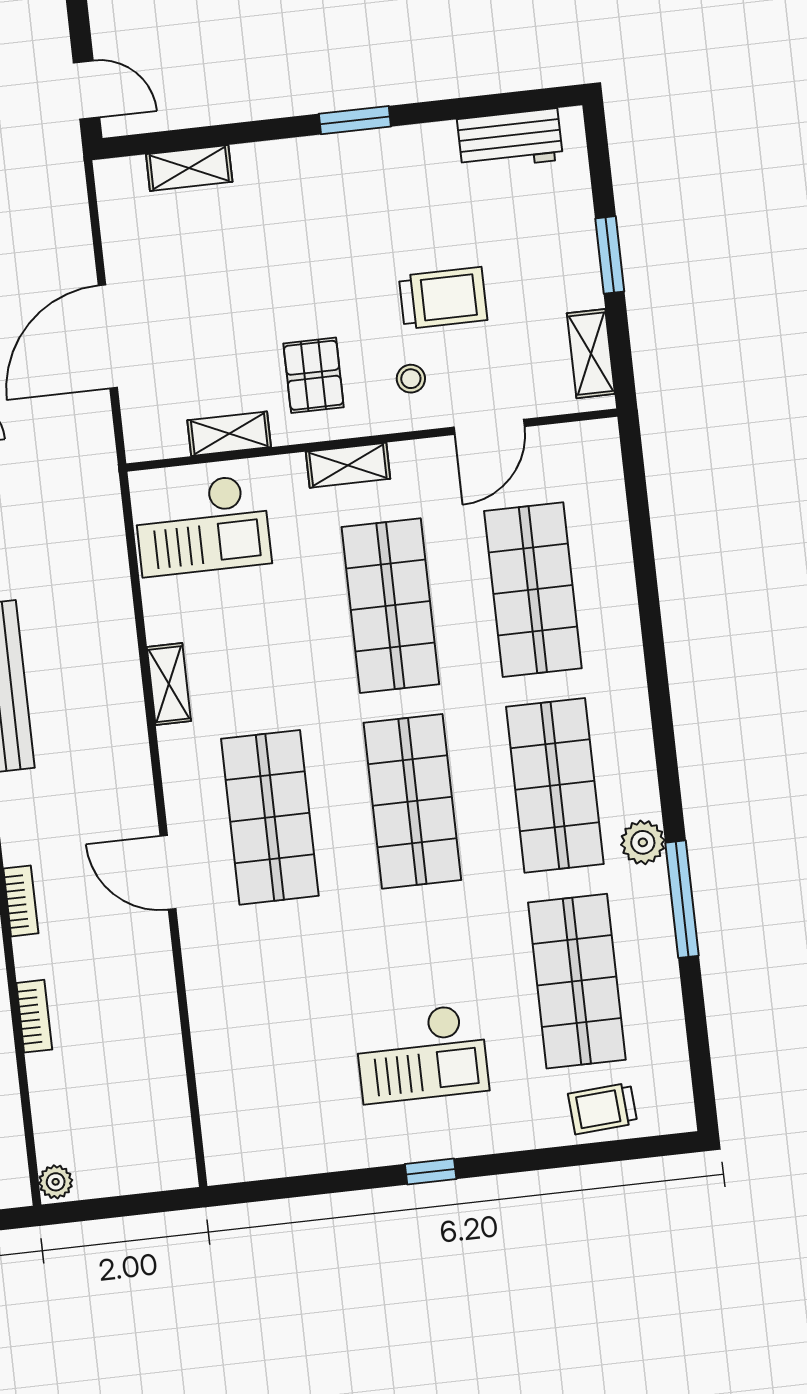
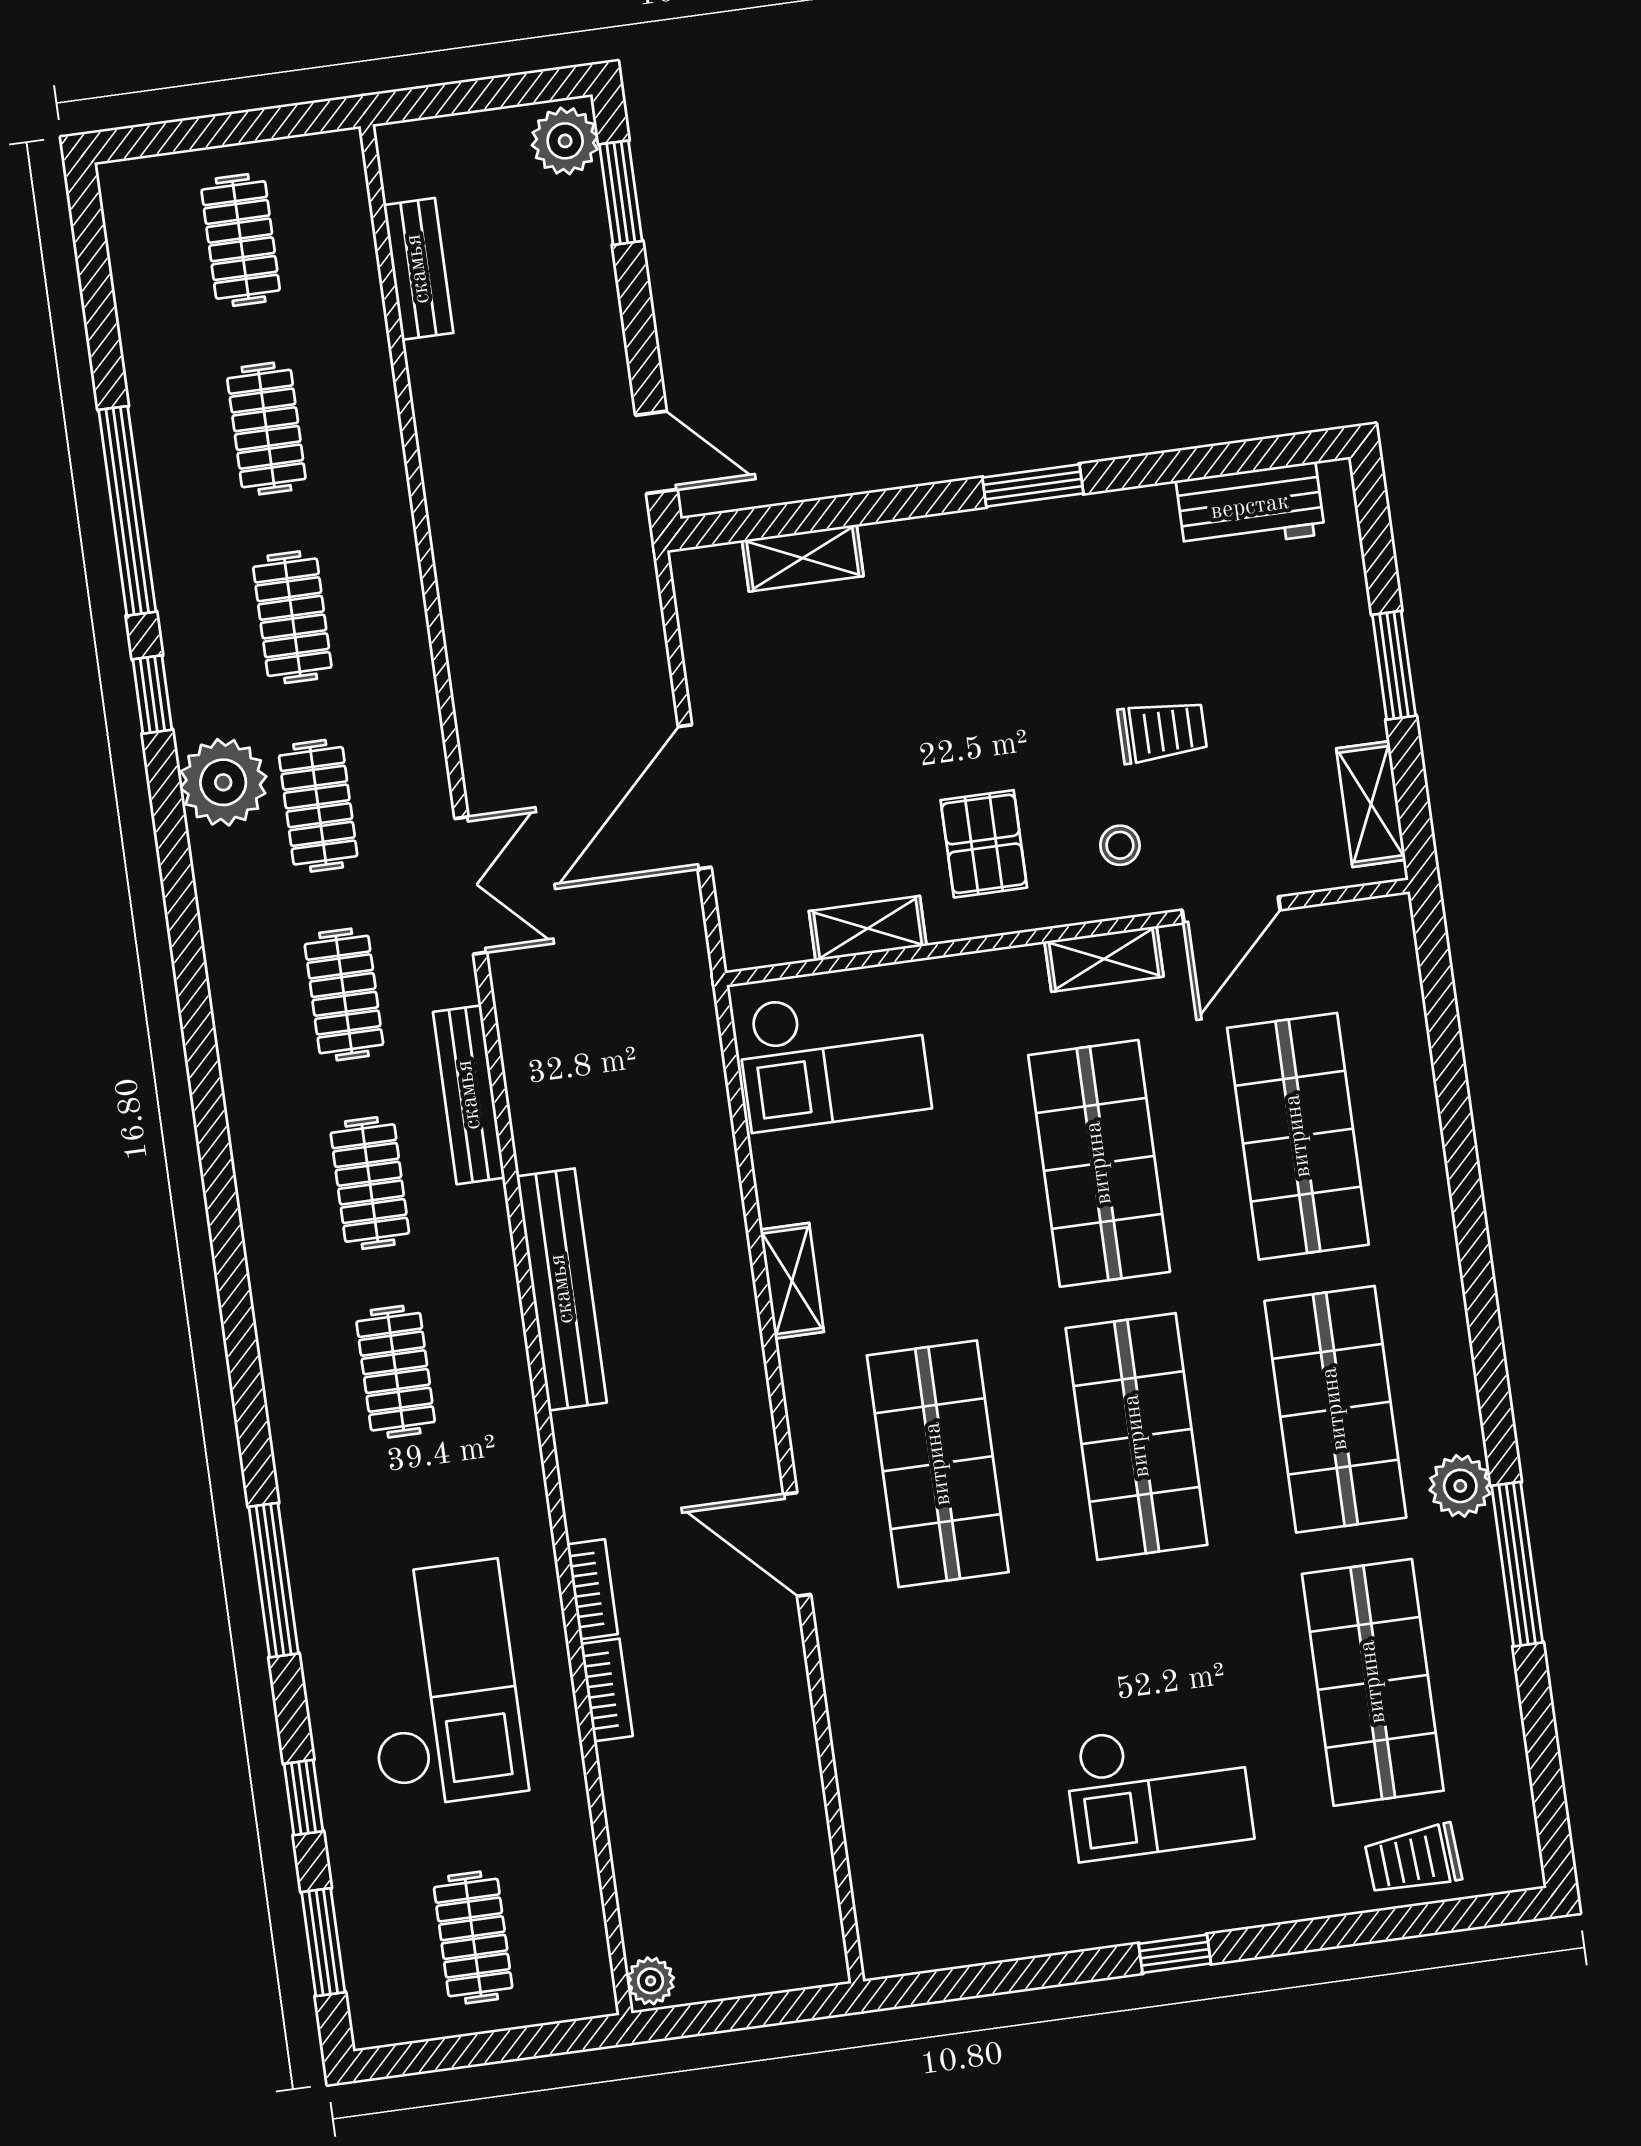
trolley: (443, 298) -> (1162, 731), width x0.73, depth x0.72
shelving: (348, 465) -> (1104, 959), moved
bookcase: (34, 1016) -> (607, 1690), moved

